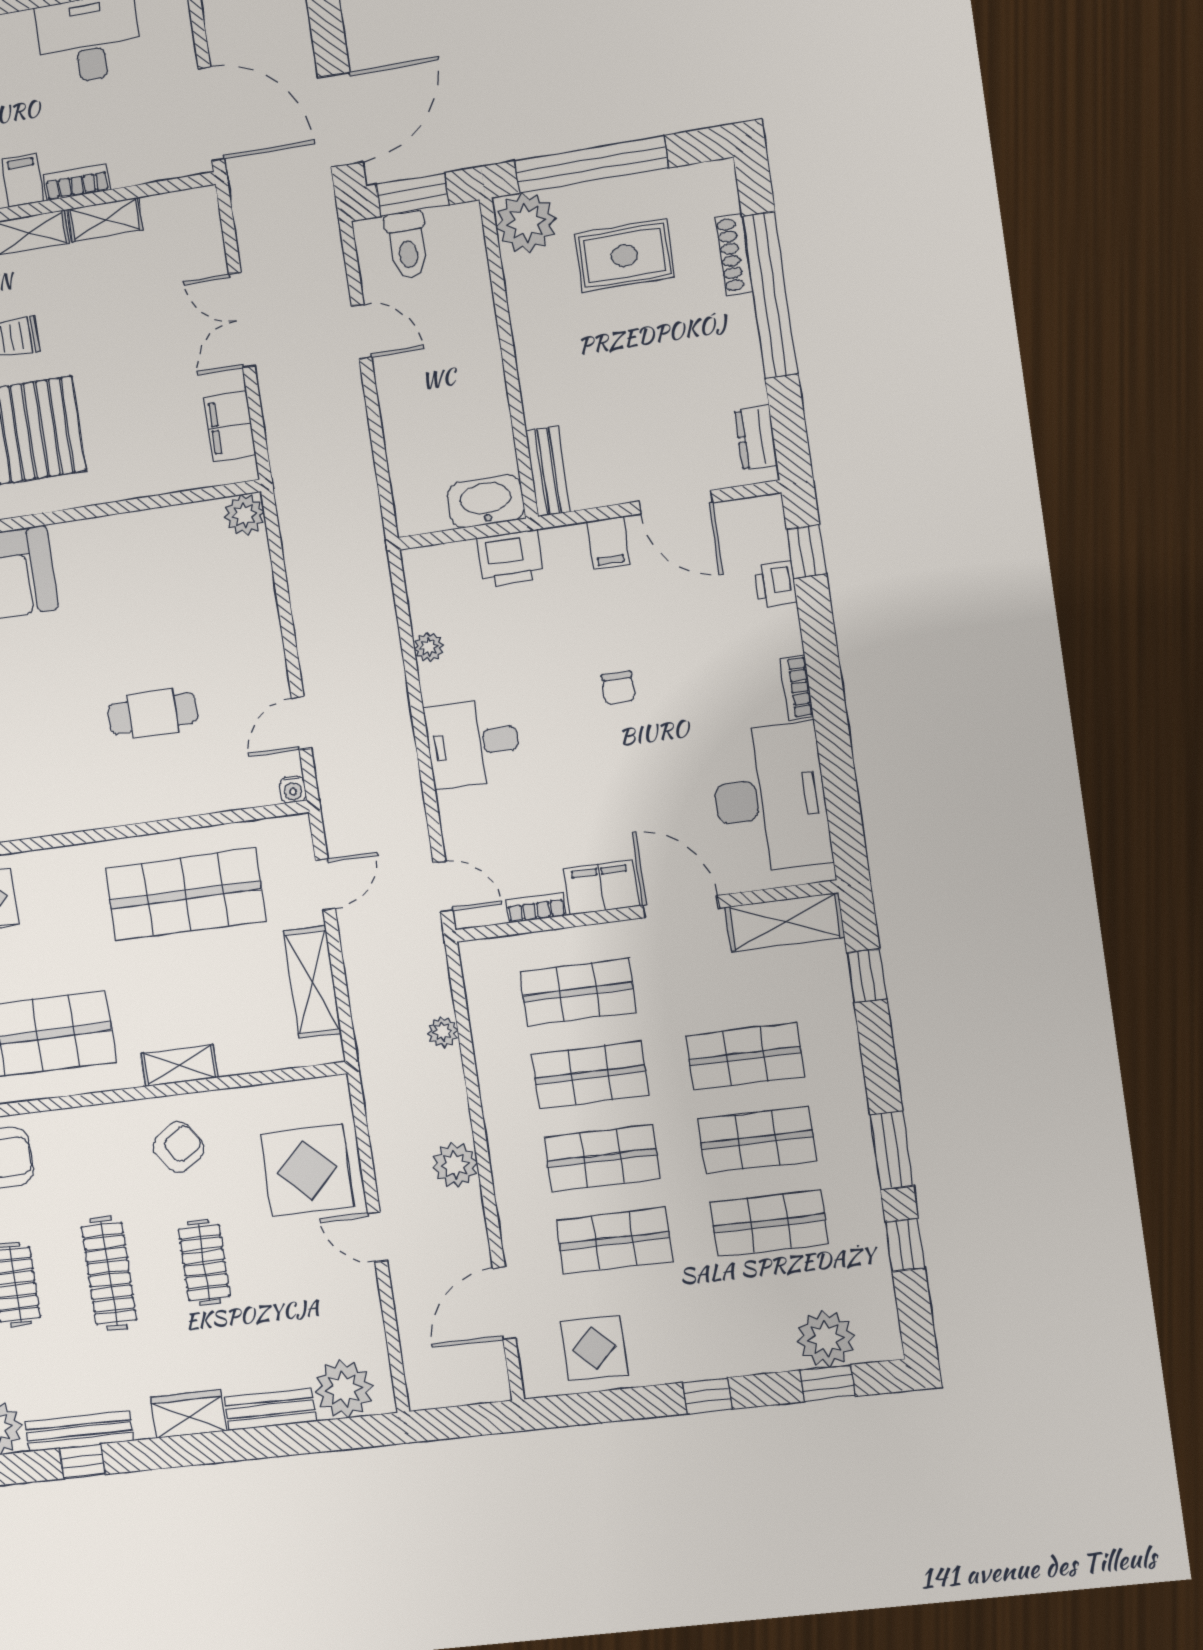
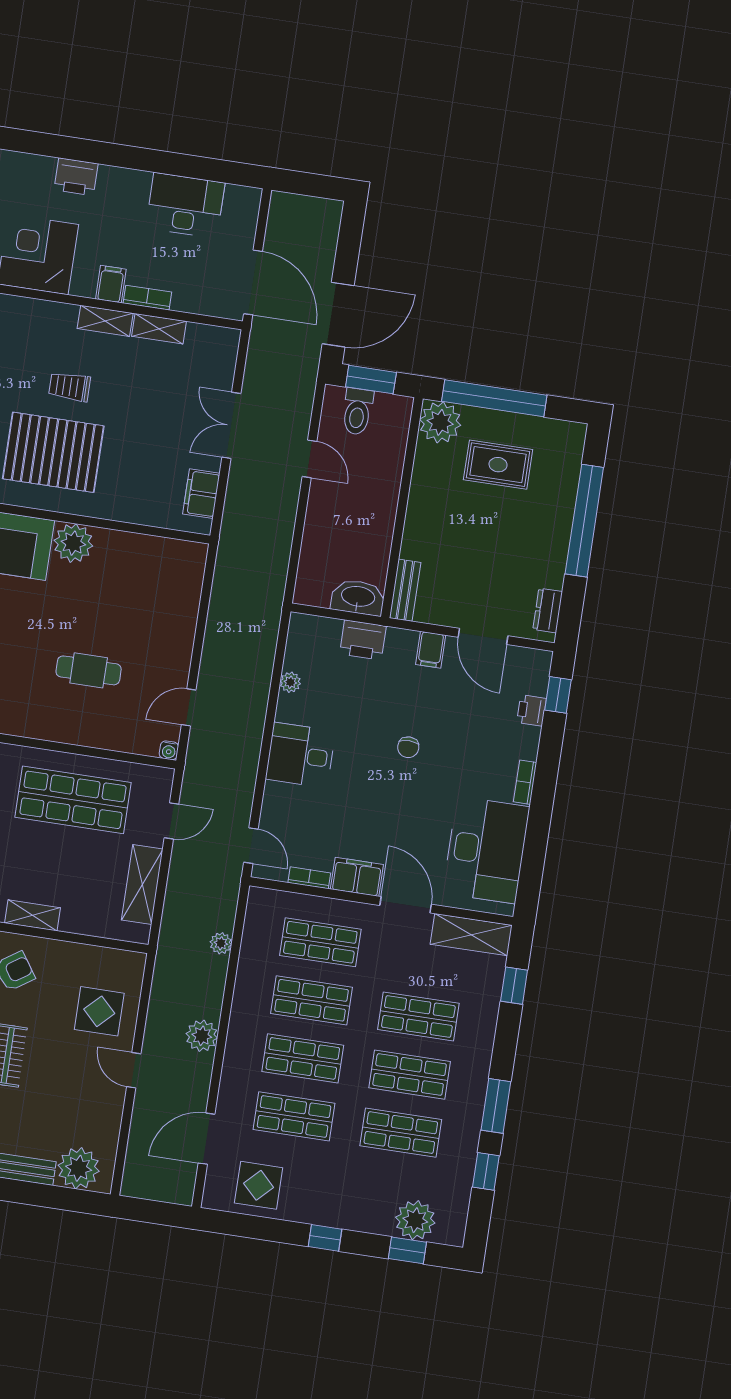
shoe rack: (734, 254) -> (569, 487), removed
plant: (244, 515) -> (73, 543), moved, width x1.36, depth x1.36
display table: (307, 1170) -> (99, 1011), width x0.73, depth x0.73

